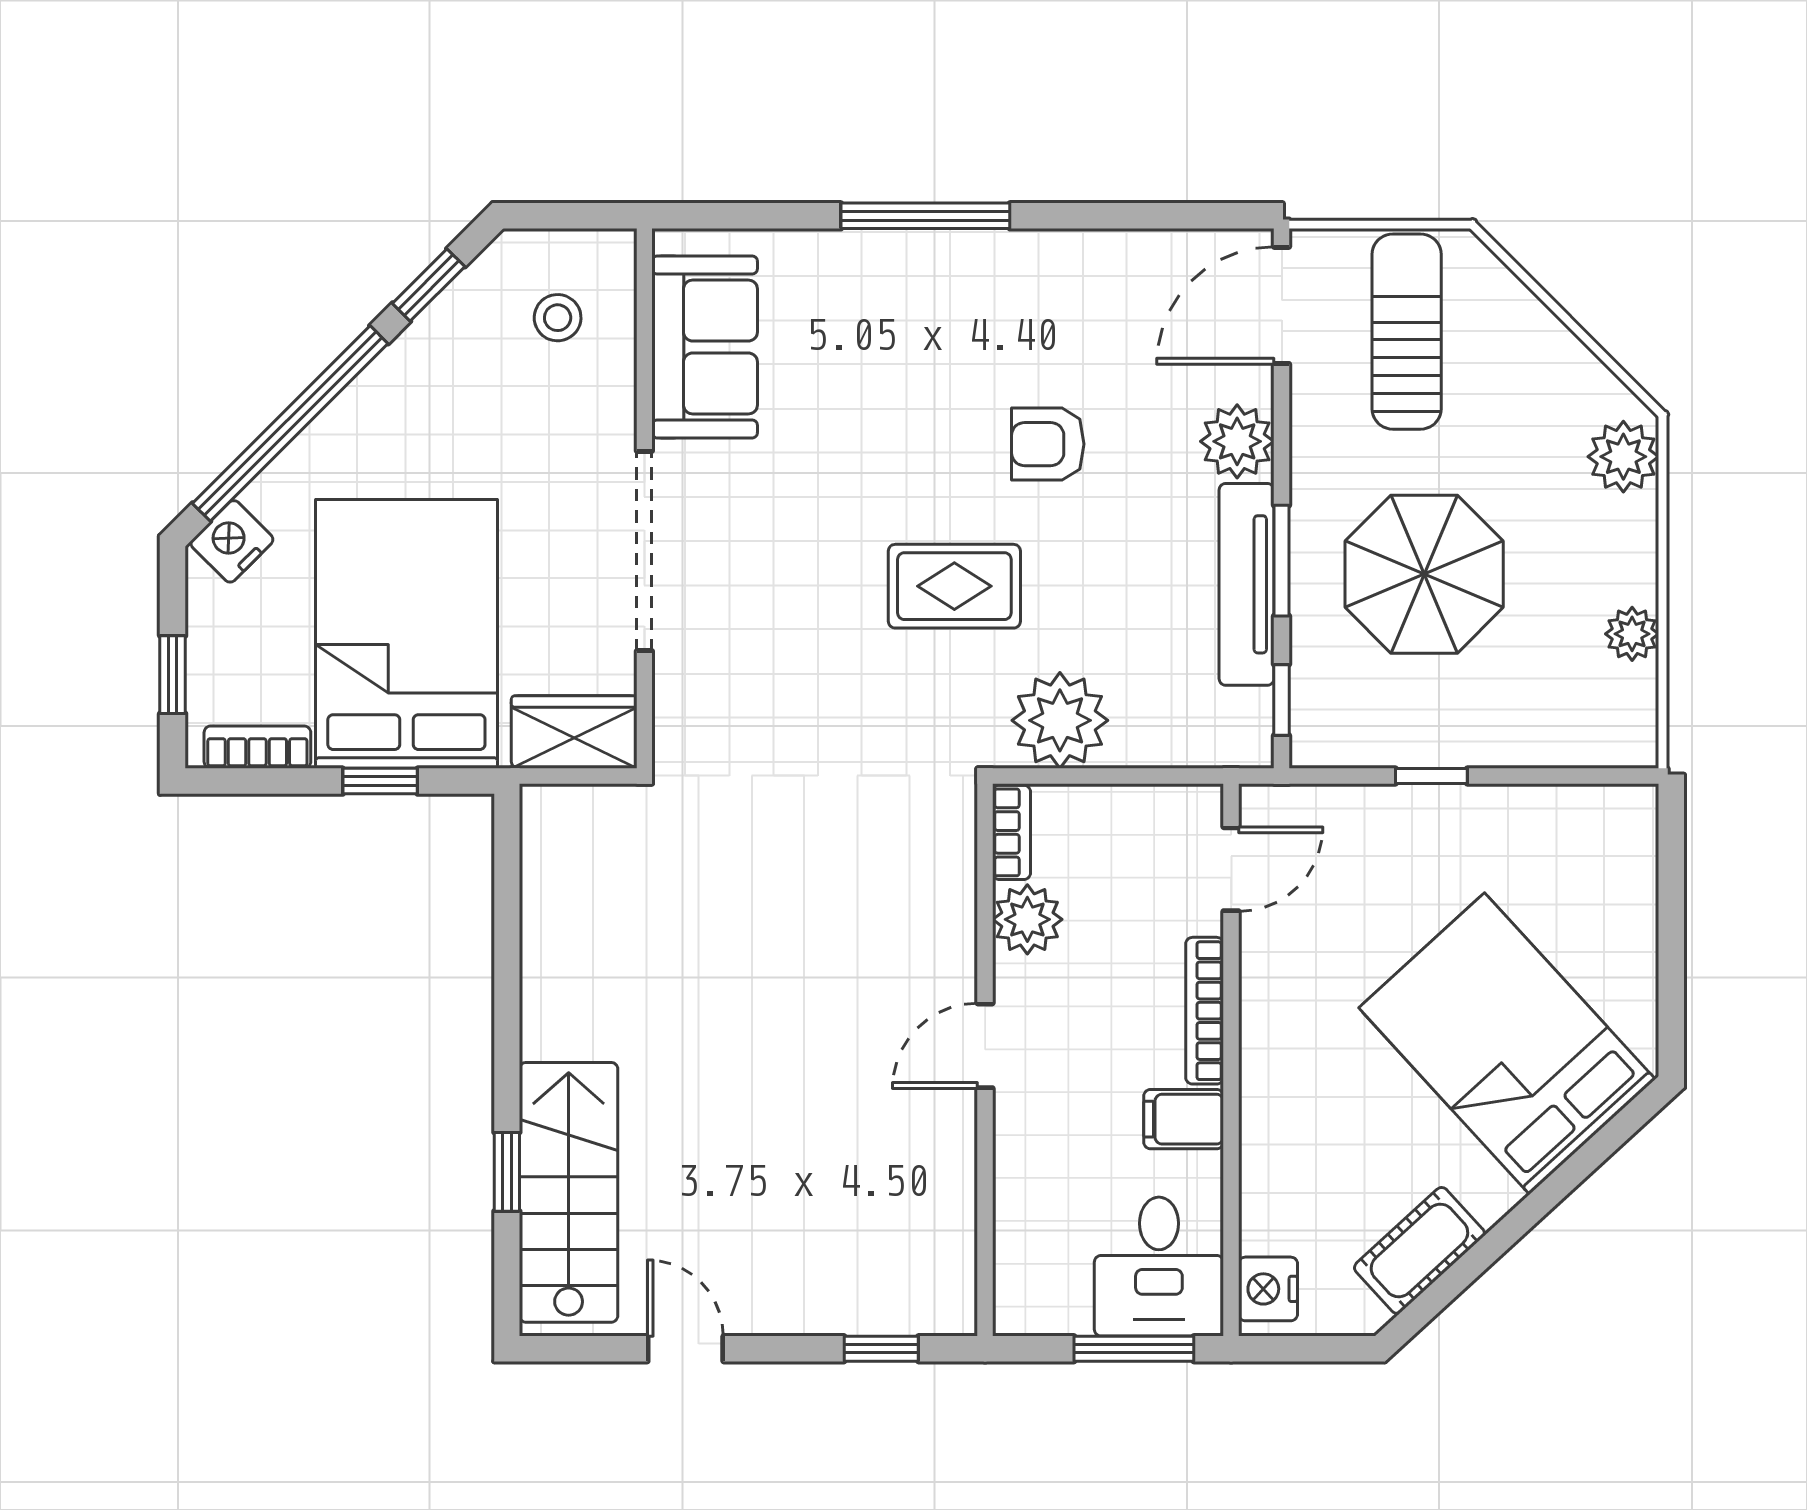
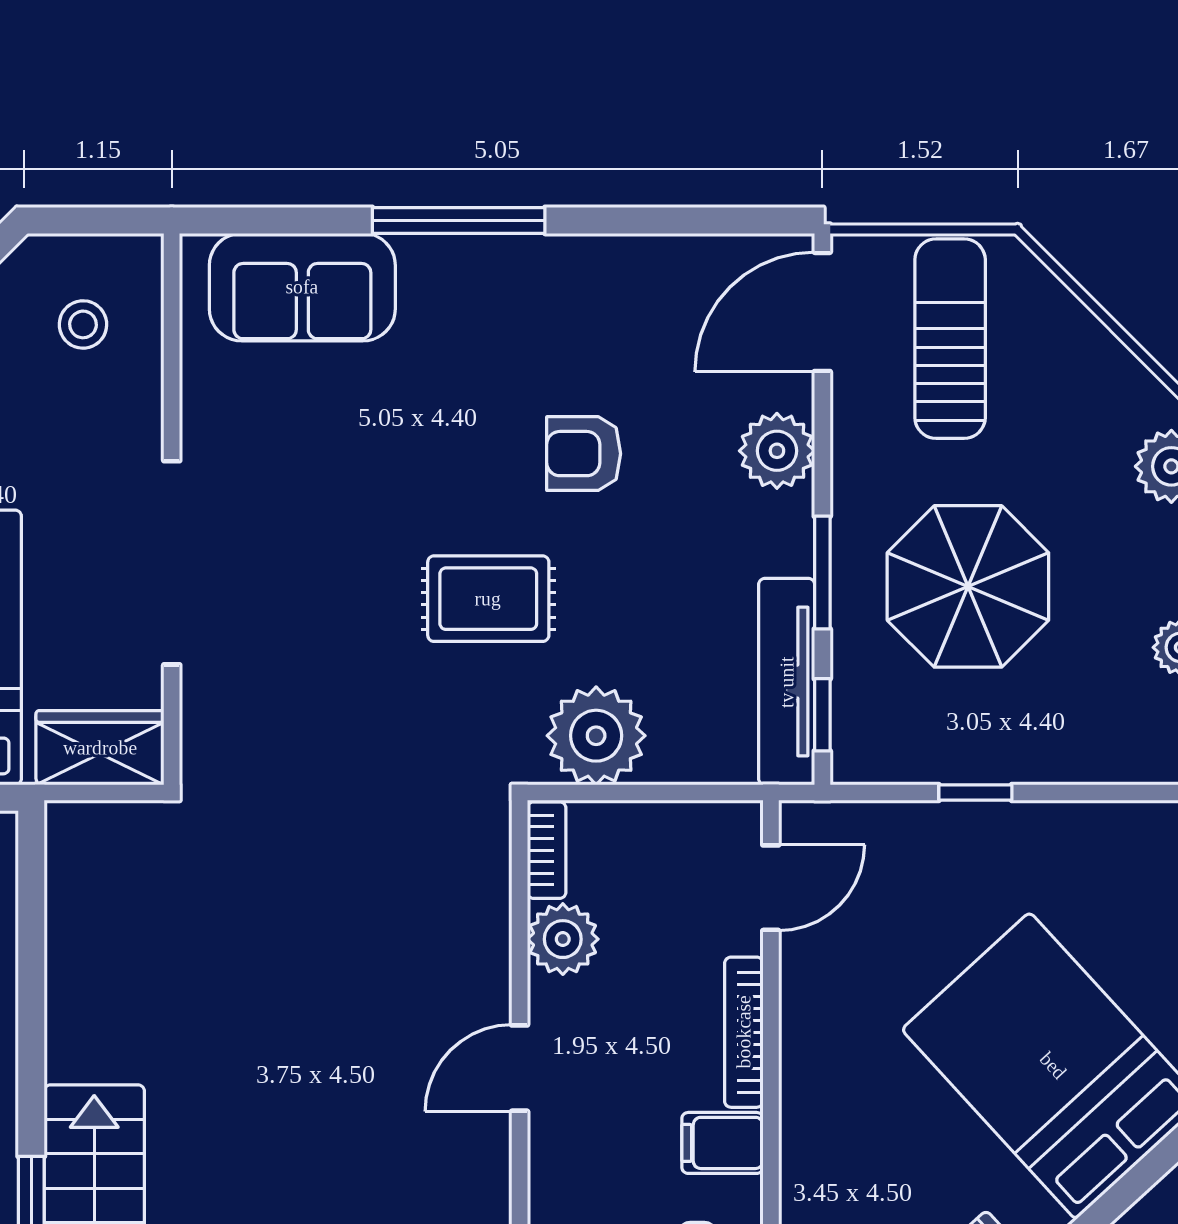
sofa: (705, 347) -> (302, 287), moved, turned 90
tv unit: (1247, 584) -> (787, 682), moved

